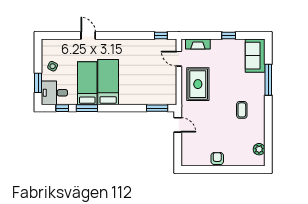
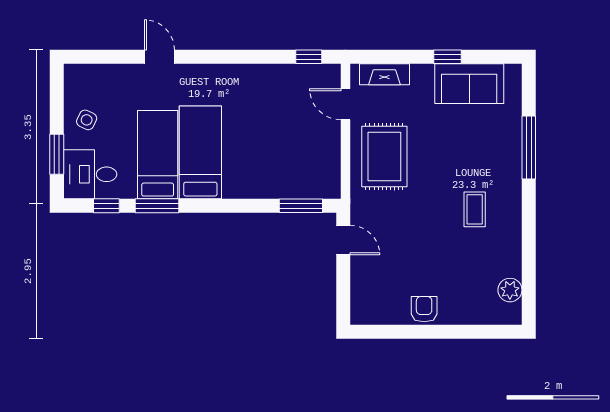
sofa: (255, 56) -> (469, 84), moved, turned -90

